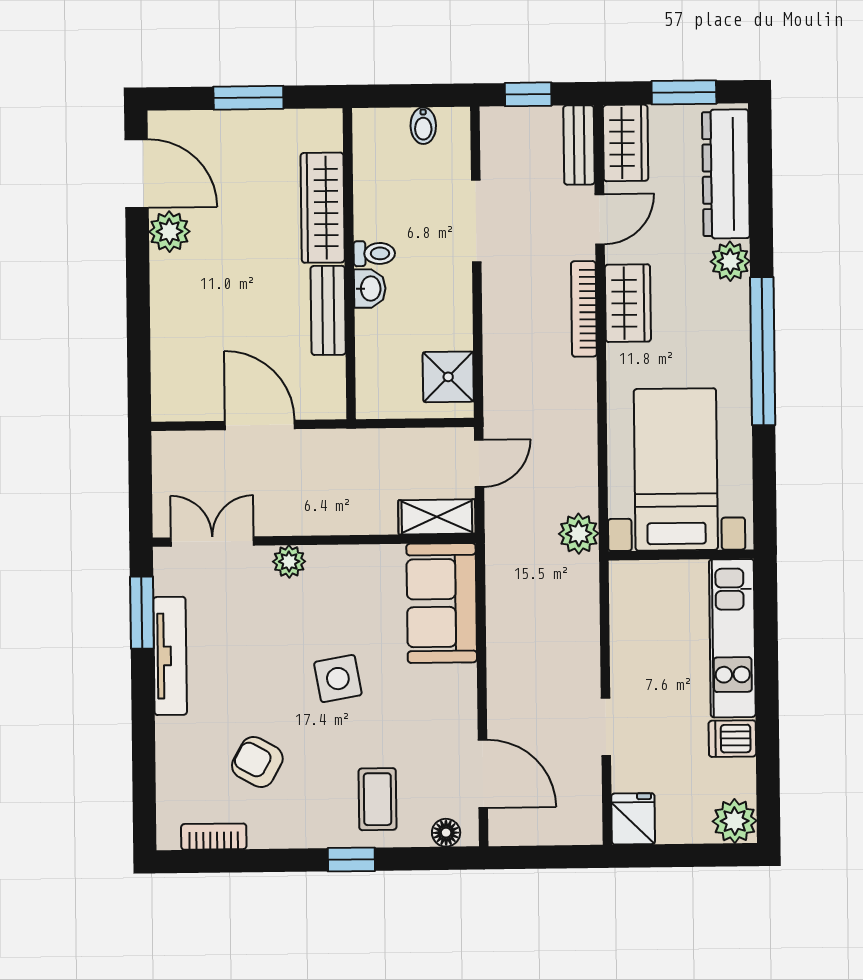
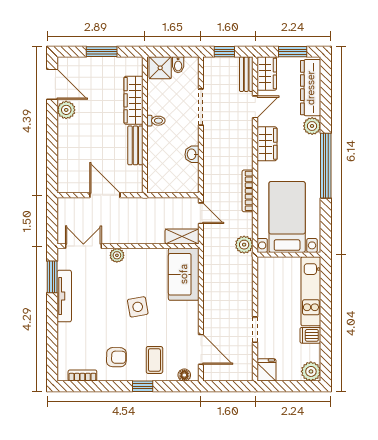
washbasin: (370, 289) -> (192, 154), moved, turned 180
bookcase: (584, 309) -> (248, 191), moved
shower: (448, 377) -> (160, 68), moved
door: (479, 463) -> (201, 213), hinge flipped
armchair: (257, 762) -> (116, 357), moved, turned 152

